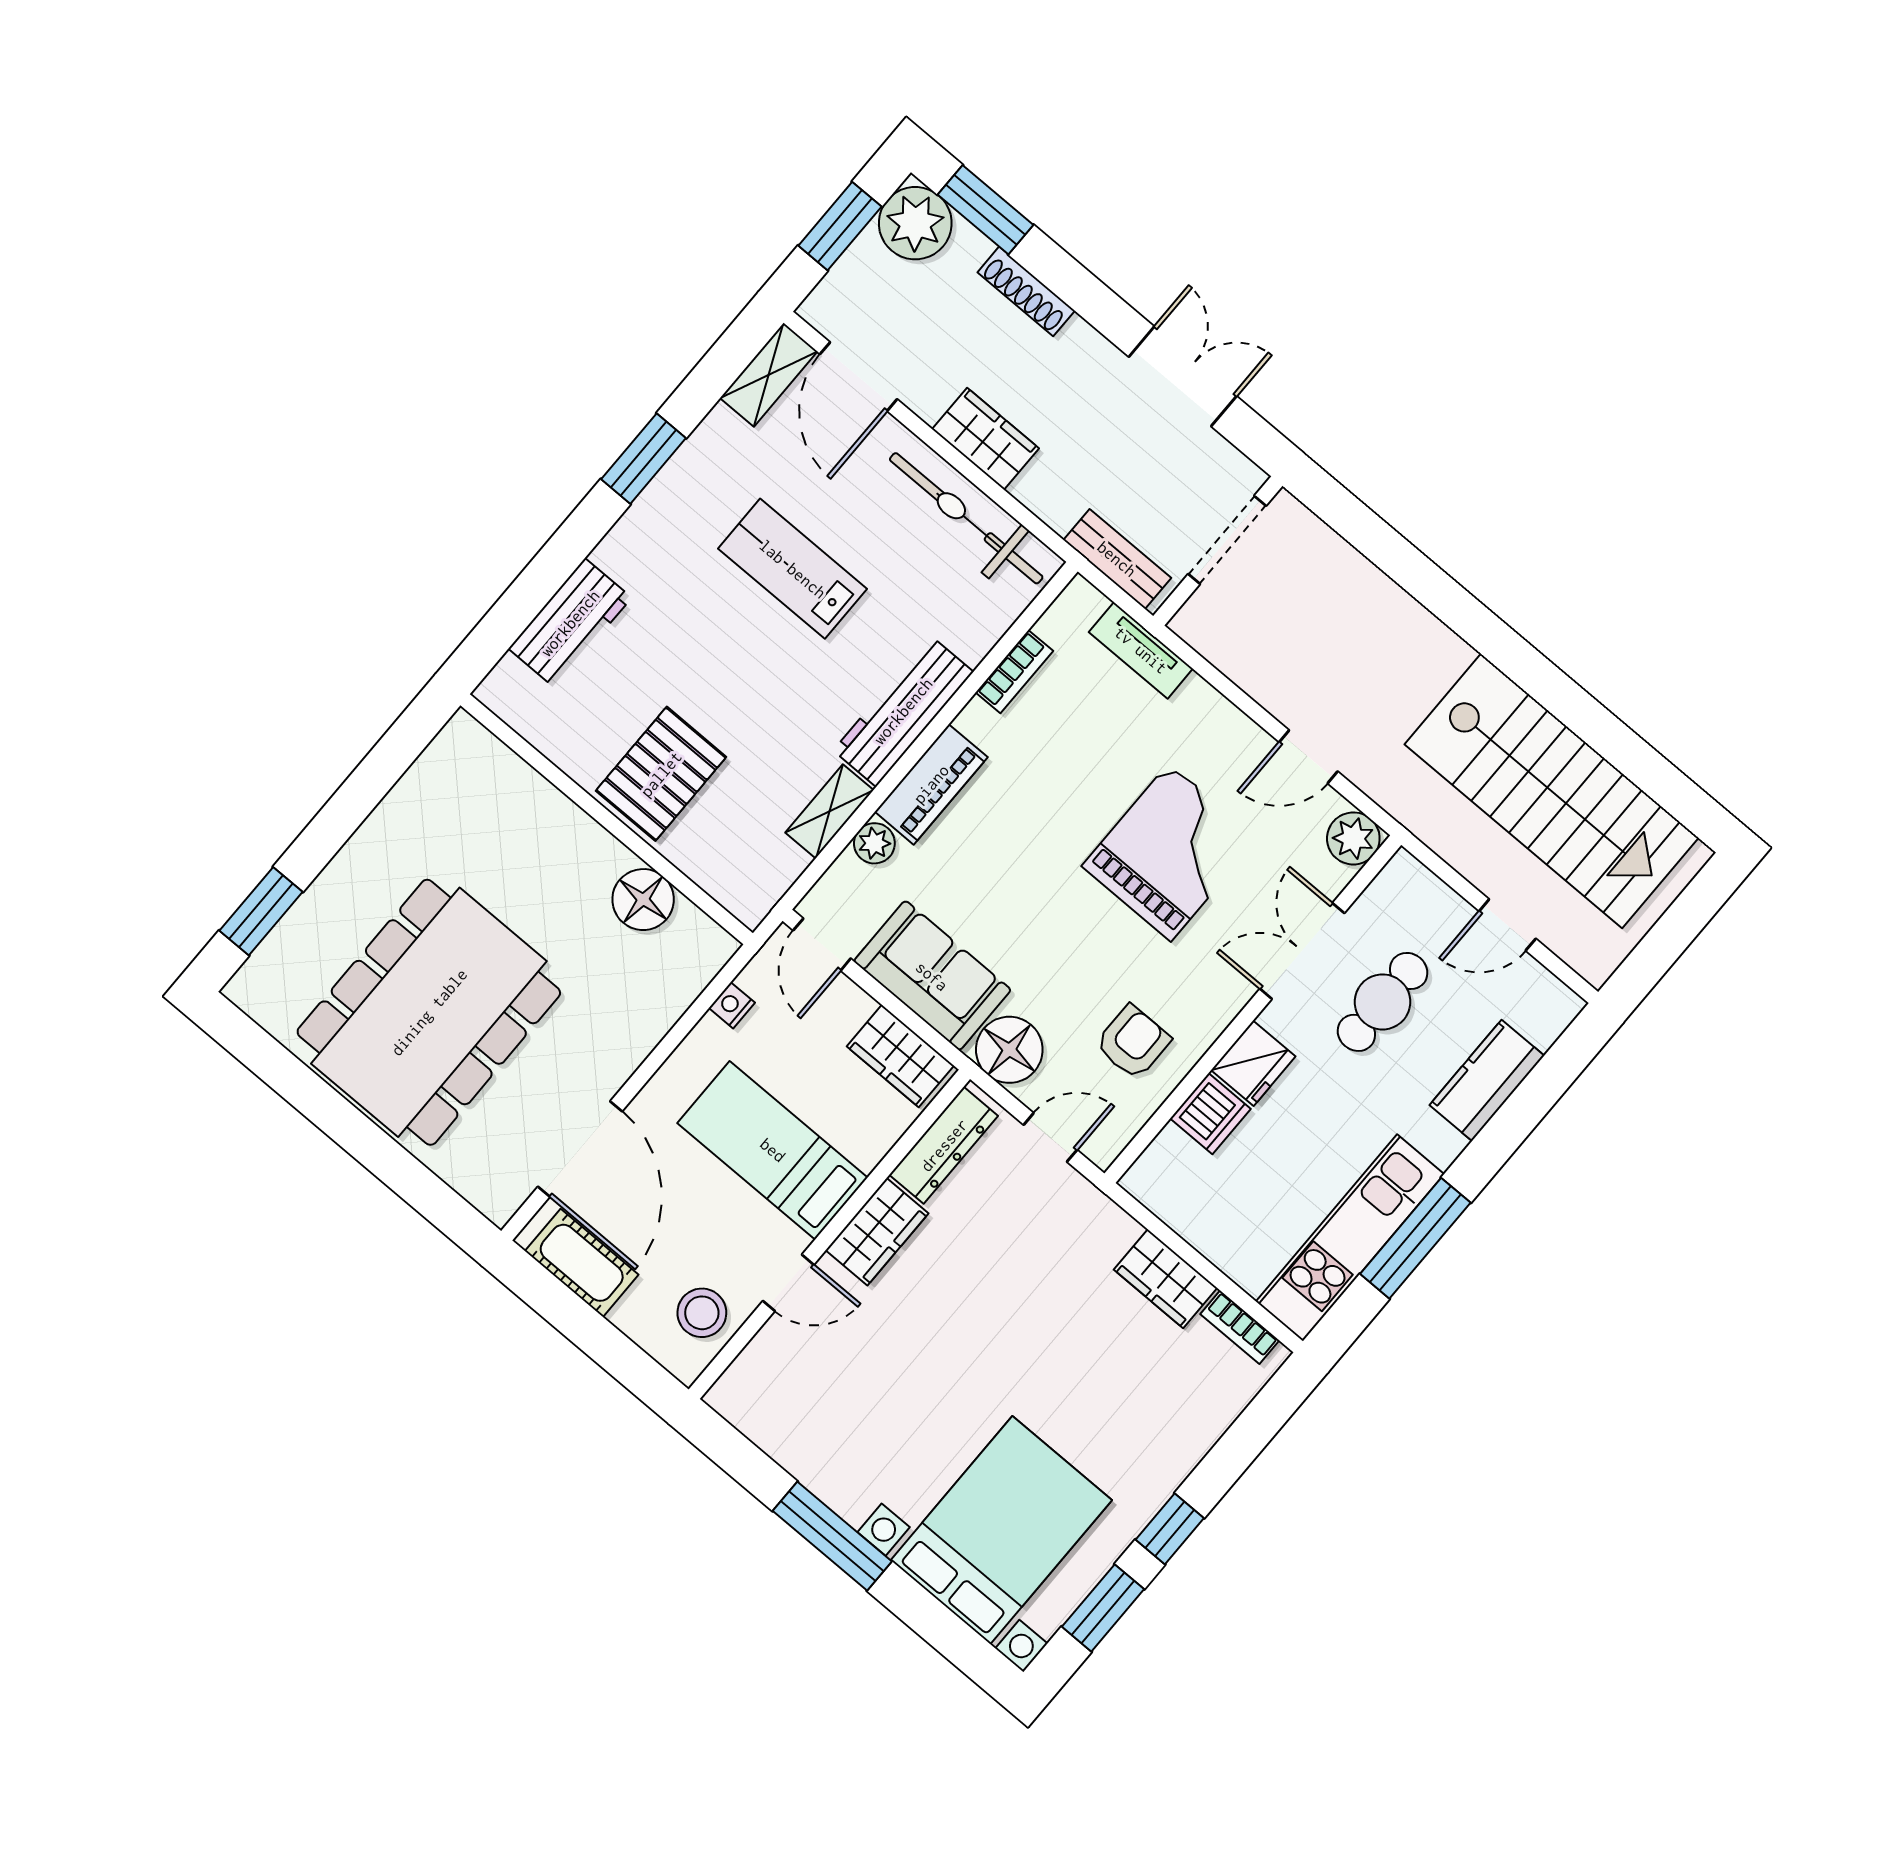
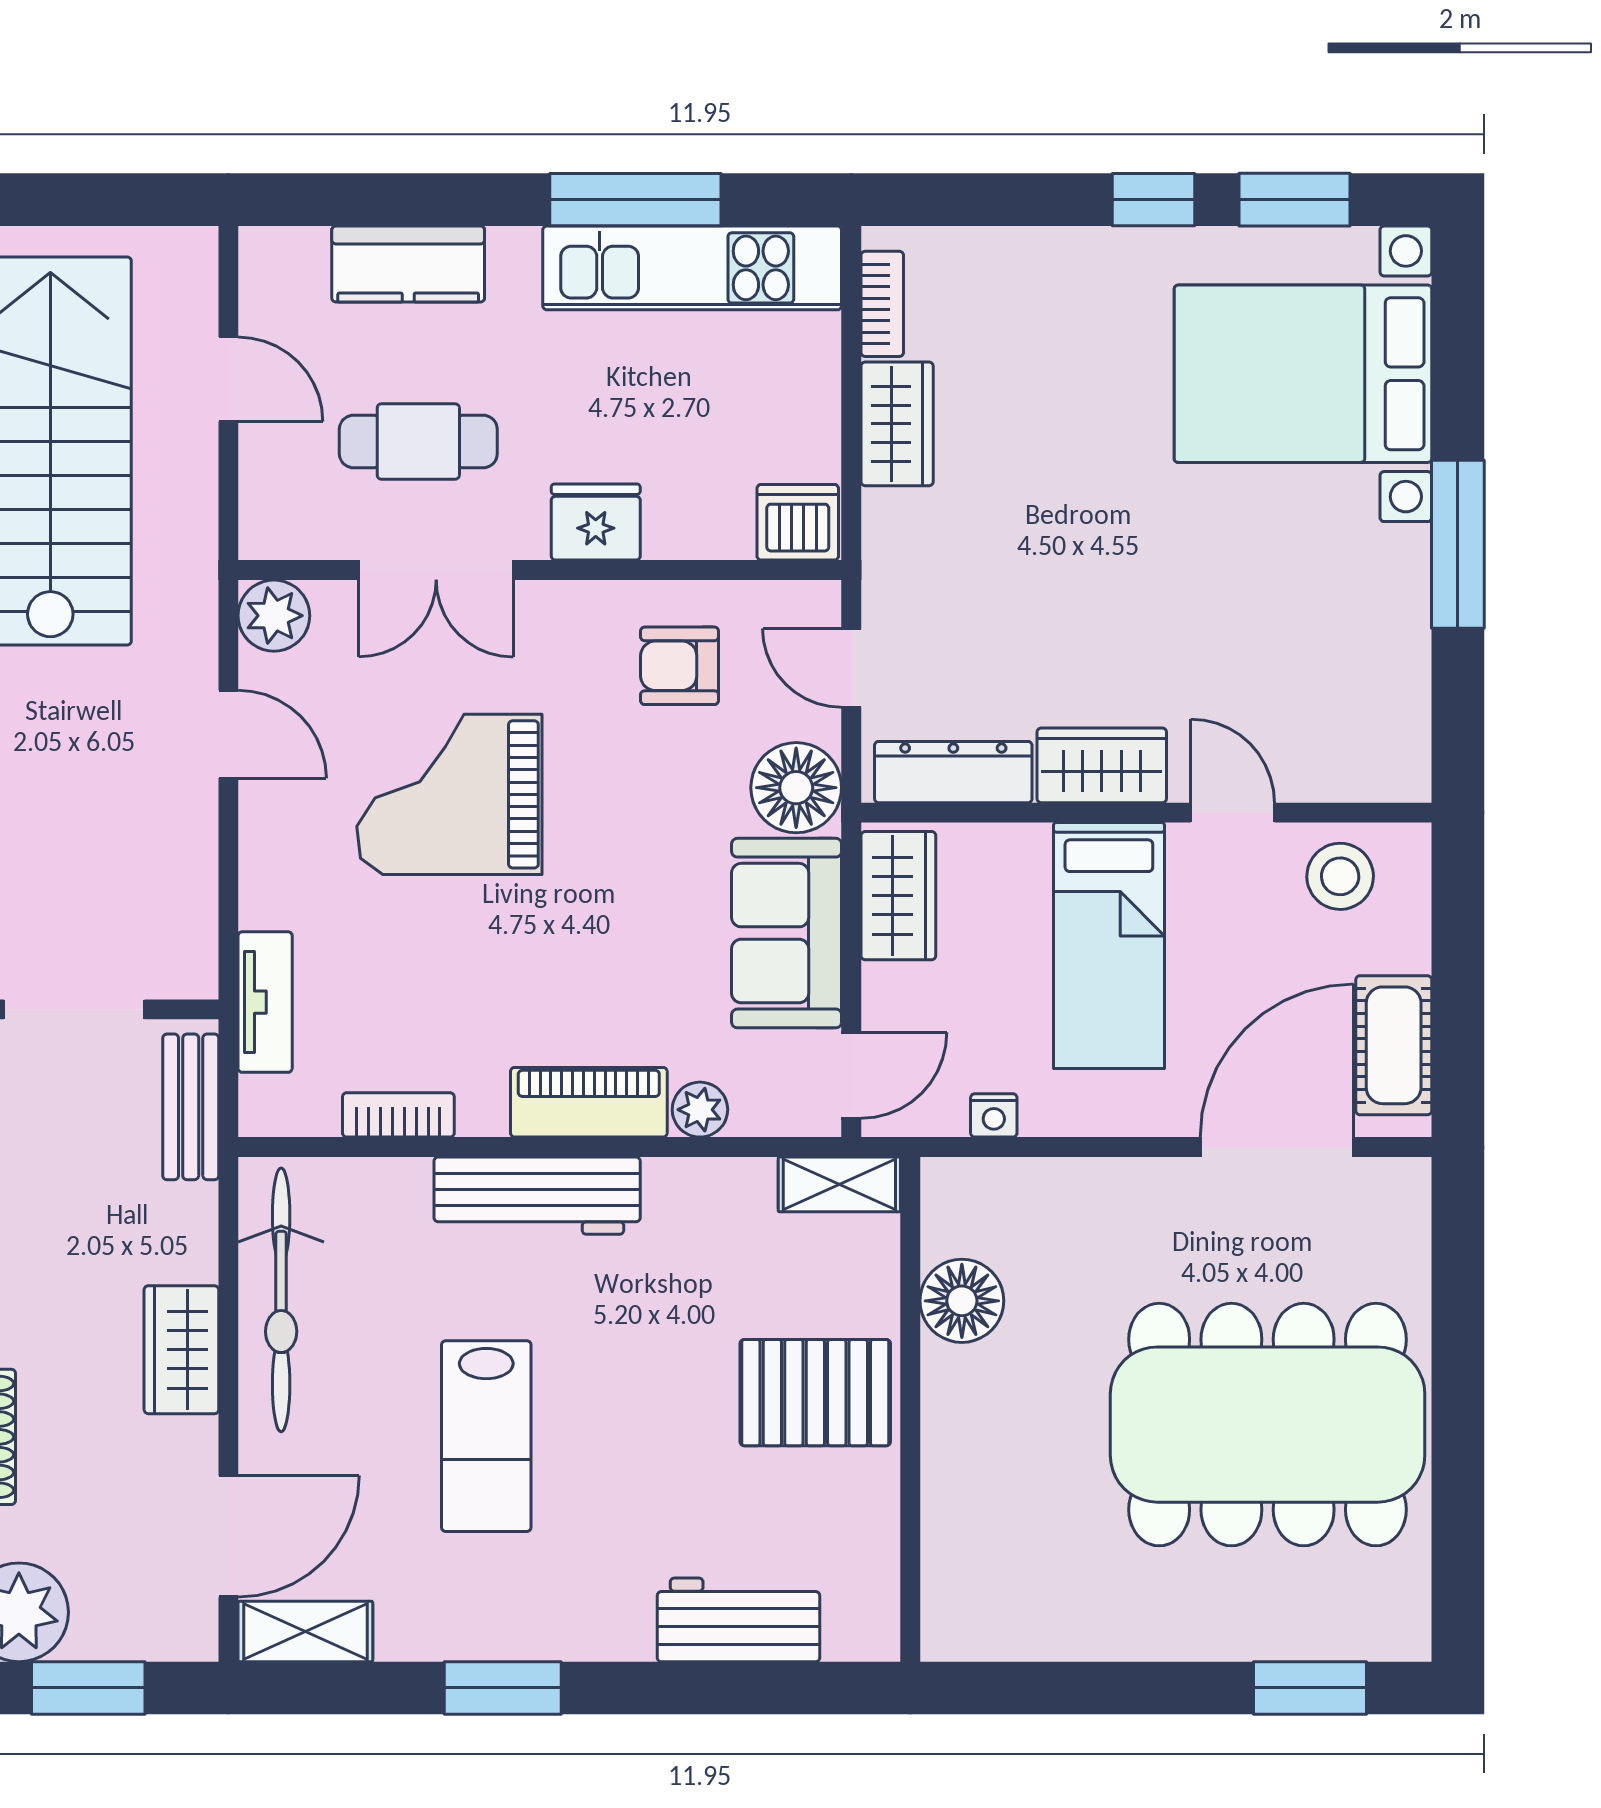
shelving: (829, 811) -> (839, 1184), moved
dishwasher: (1210, 1114) -> (798, 522), moved

